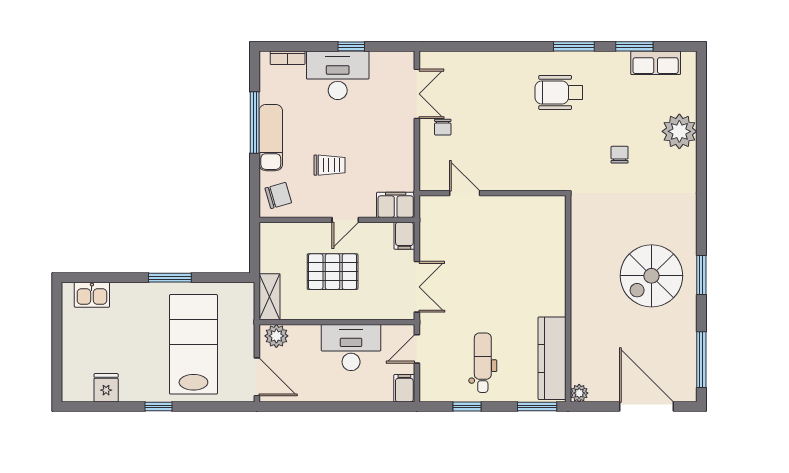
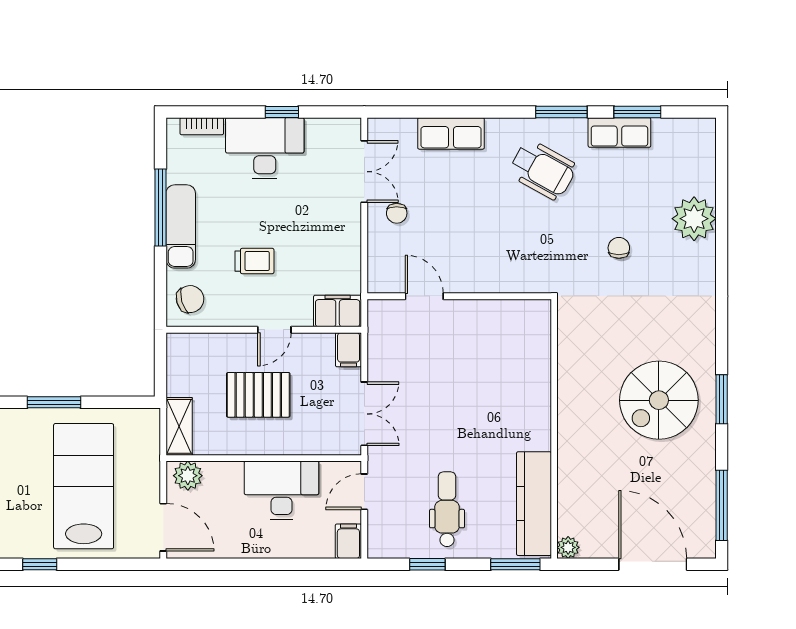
row of seats: (656, 63) -> (619, 132), moved
row of seats: (486, 64) -> (451, 133), added
wheelchair: (559, 92) -> (543, 170), turned -151

